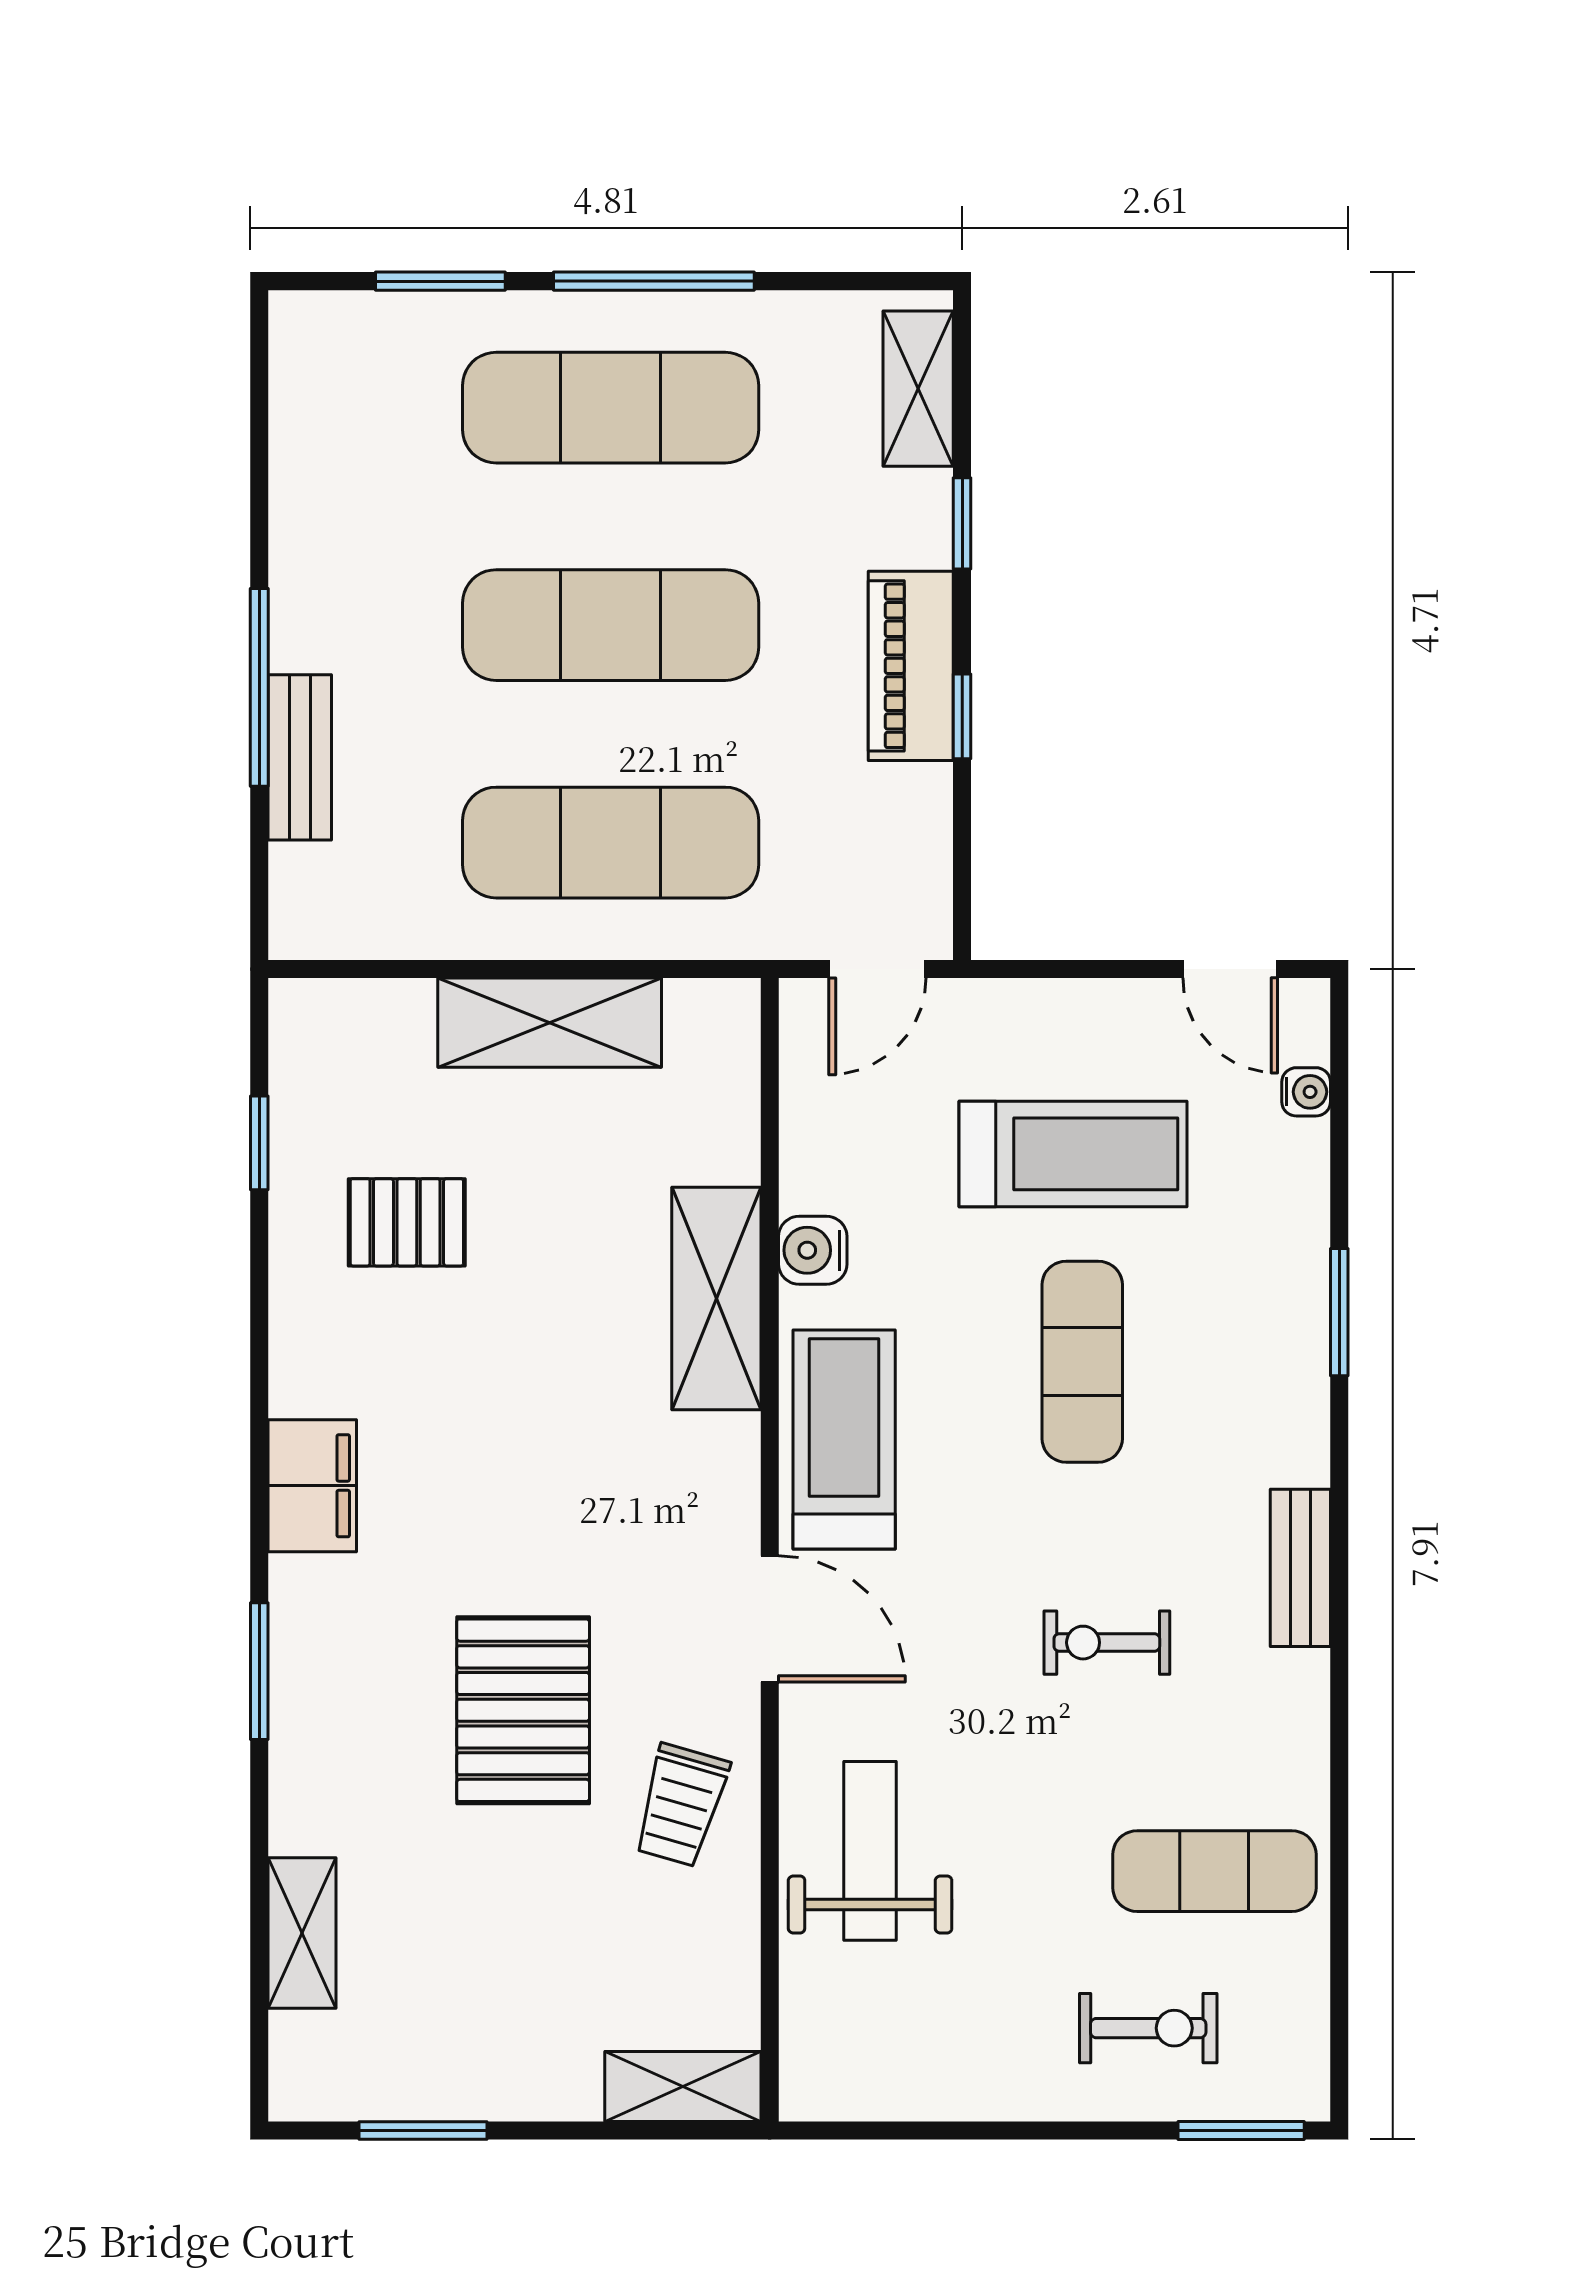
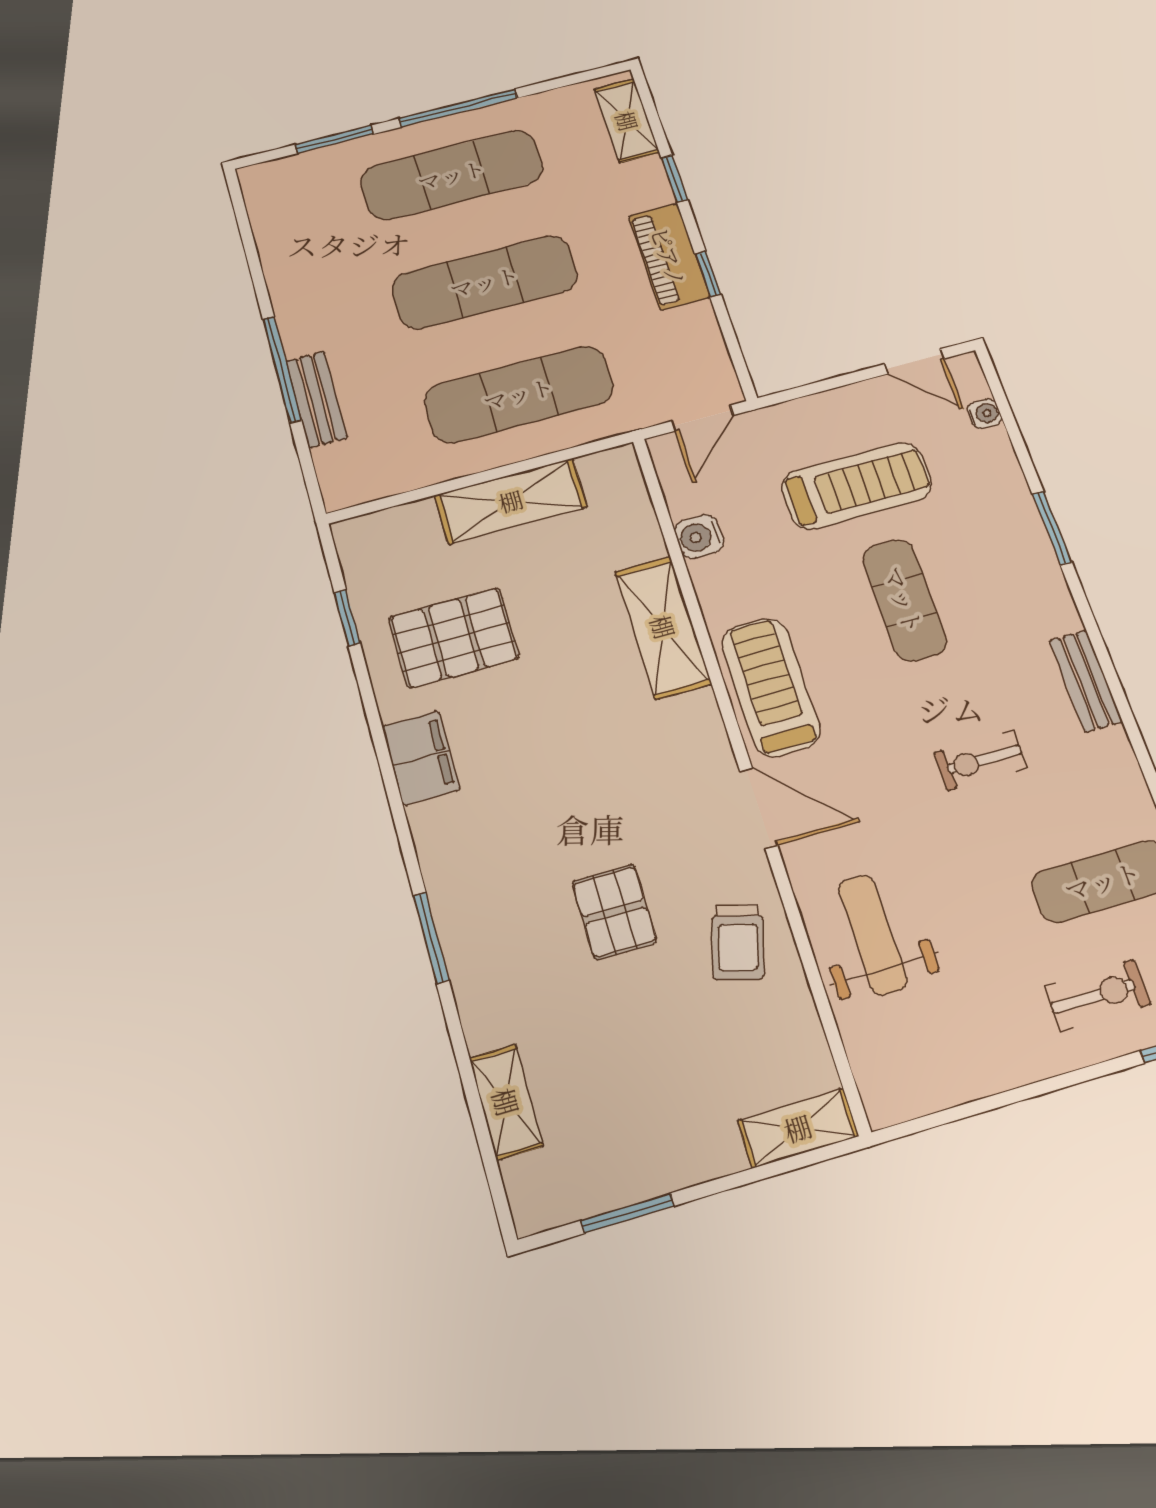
pallet: (407, 1222) -> (454, 638), width x1.50, depth x1.42
water cooler: (813, 1250) -> (699, 537), moved
filing cabinet: (312, 1486) -> (421, 758), moved
pallet: (523, 1710) -> (614, 912), width x0.67, depth x0.71

